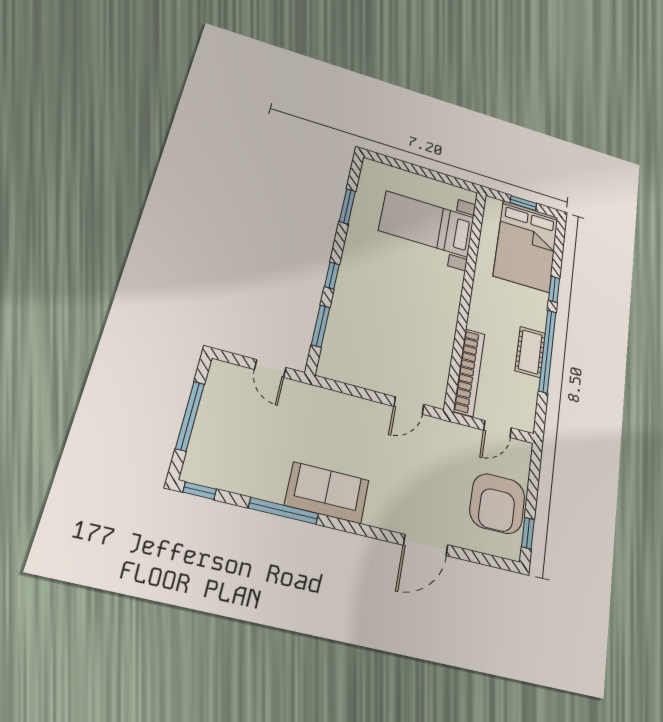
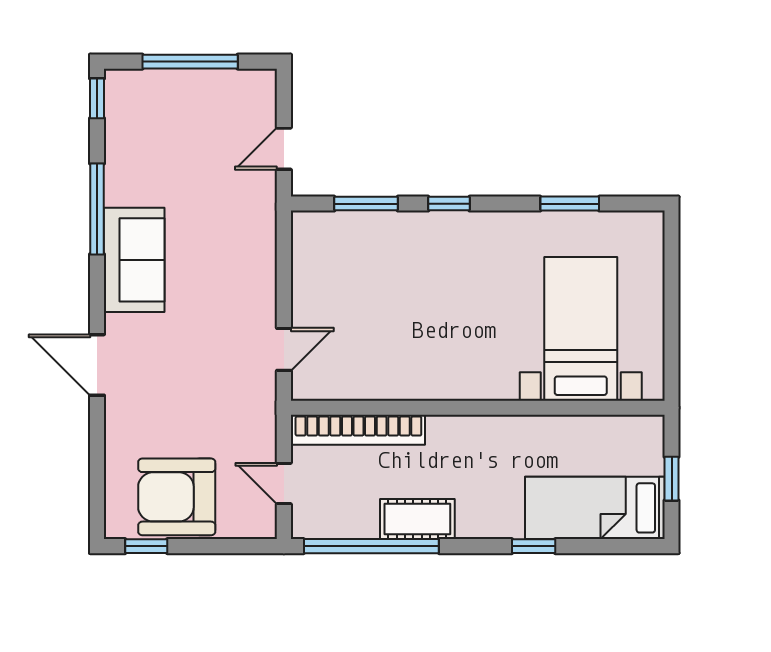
bed: (526, 246) -> (595, 508), width x0.67
window: (547, 351) -> (371, 546), moved
door: (409, 405) -> (284, 349), swing flipped
door: (426, 545) -> (97, 365), moved

